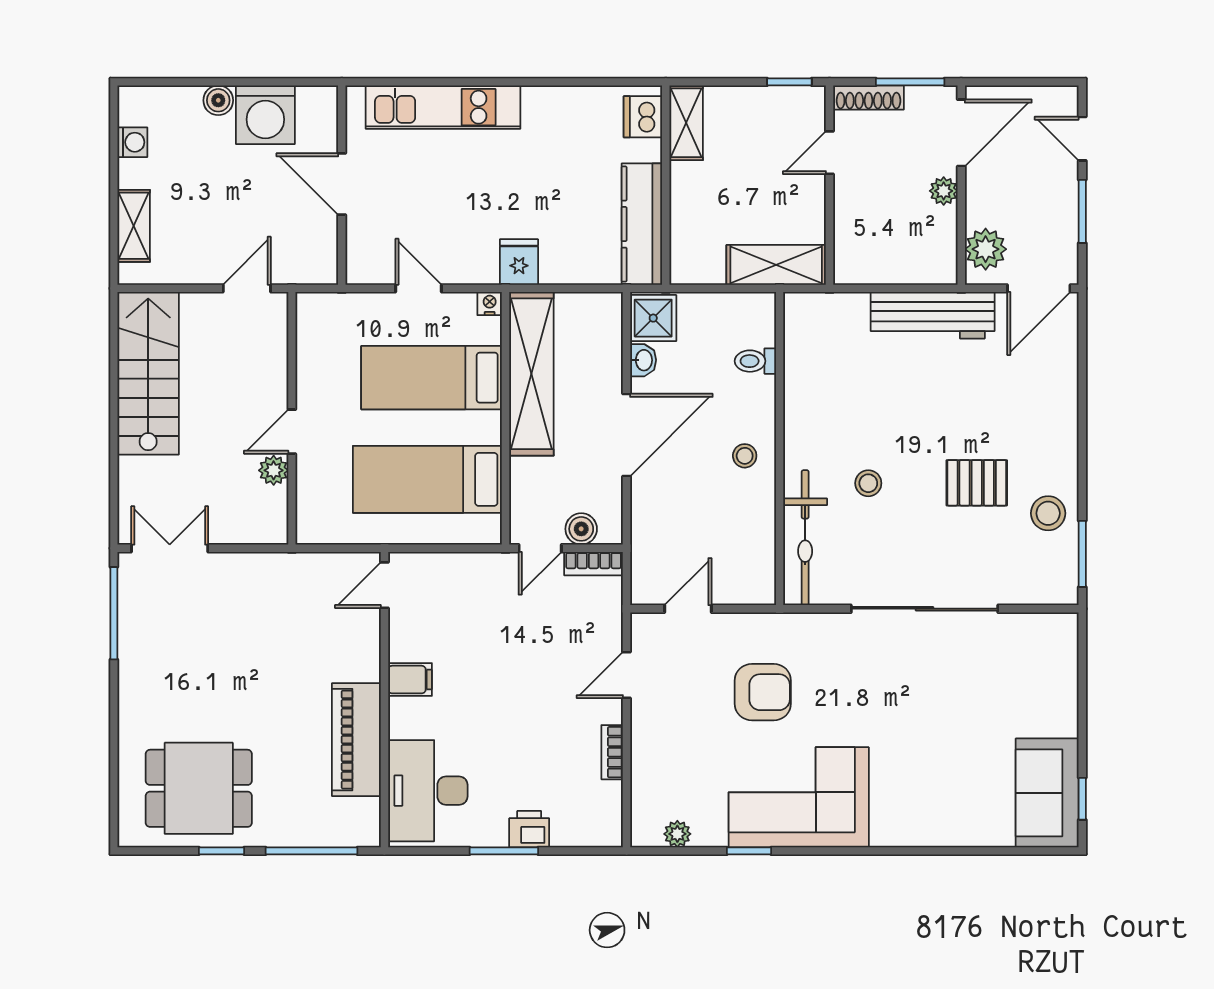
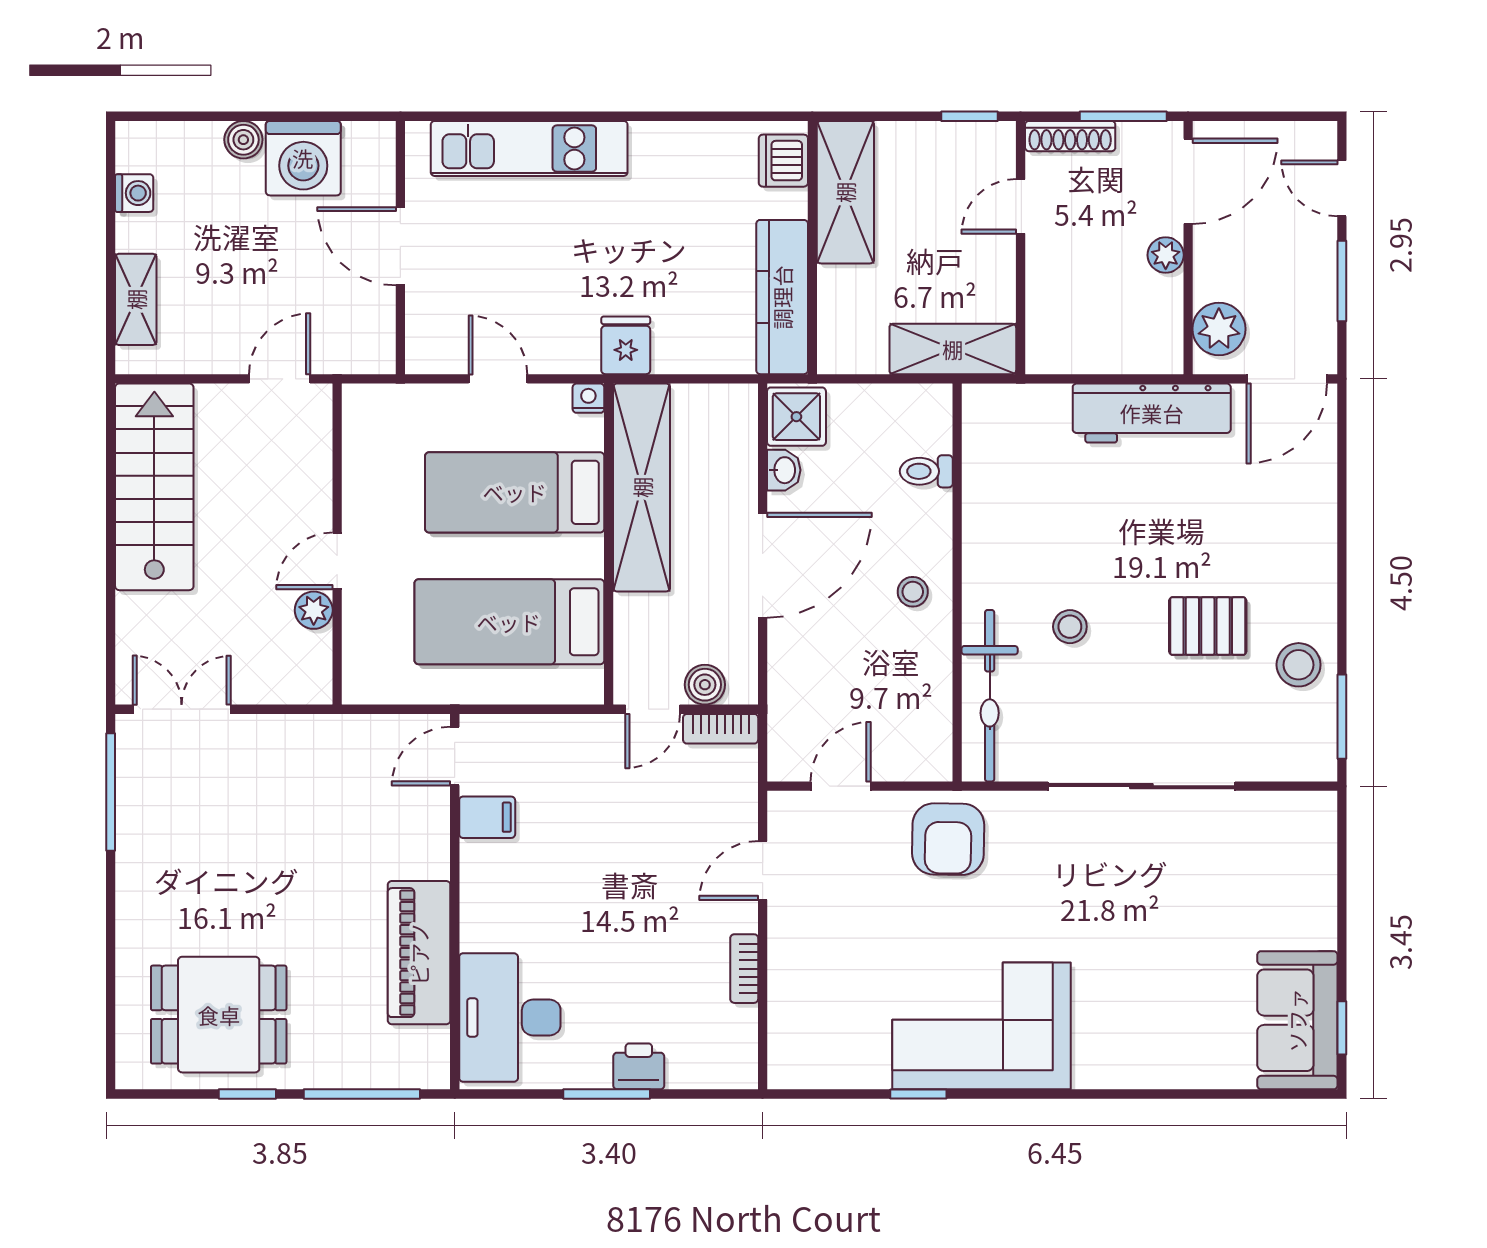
shelving: (686, 123) -> (845, 192), width x1.50, depth x1.33
filing cabinet: (410, 680) -> (487, 817), moved
armchair: (763, 692) -> (948, 839), moved, turned 91
plant: (677, 834) -> (827, 1072), removed

